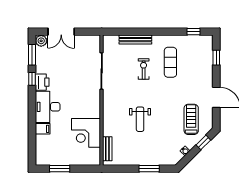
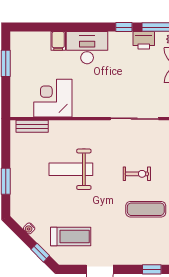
printer: (42, 82) -> (144, 40), moved
weight bench: (140, 119) -> (71, 169), width x1.36, depth x1.33

